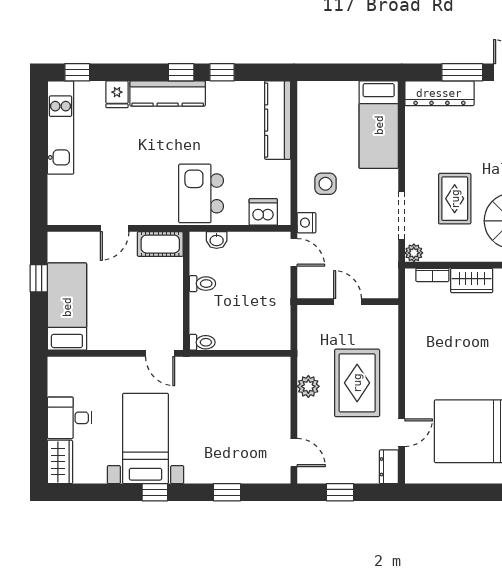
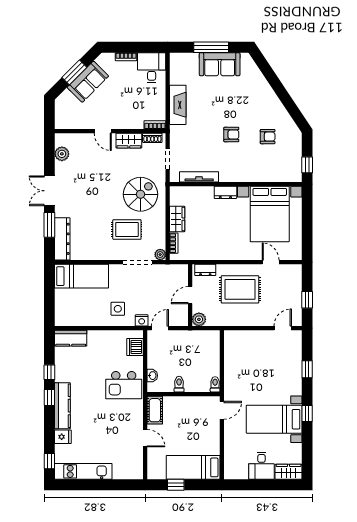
kitchen counter: (278, 120) -> (71, 338), width x0.67
plant: (308, 386) -> (199, 319), moved
dresser: (389, 467) -> (205, 270), moved

